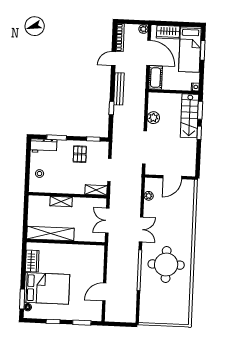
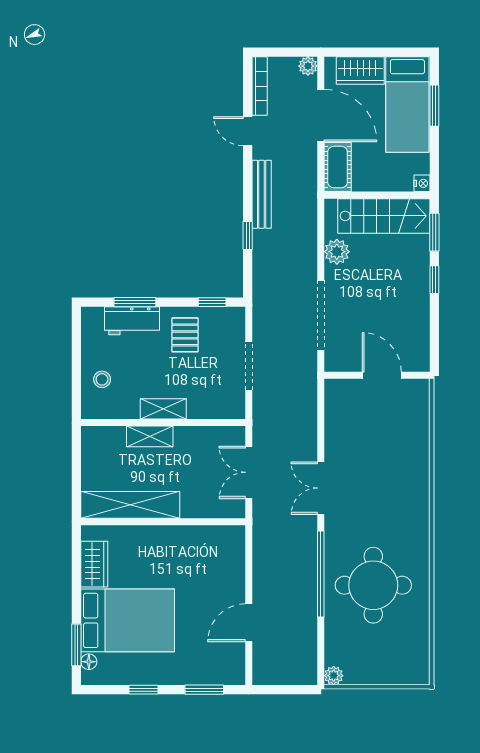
door: (113, 59) -> (248, 131), hinge flipped
stairs: (189, 116) -> (384, 216), moved, turned -90
workbench: (44, 146) -> (132, 321), moved
door: (172, 177) -> (382, 375), swing flipped
shelving: (96, 190) -> (163, 409), moved
plant: (149, 196) -> (334, 676), moved
double door: (141, 229) -> (321, 488), swing flipped
round table: (166, 265) -> (373, 585), moved

